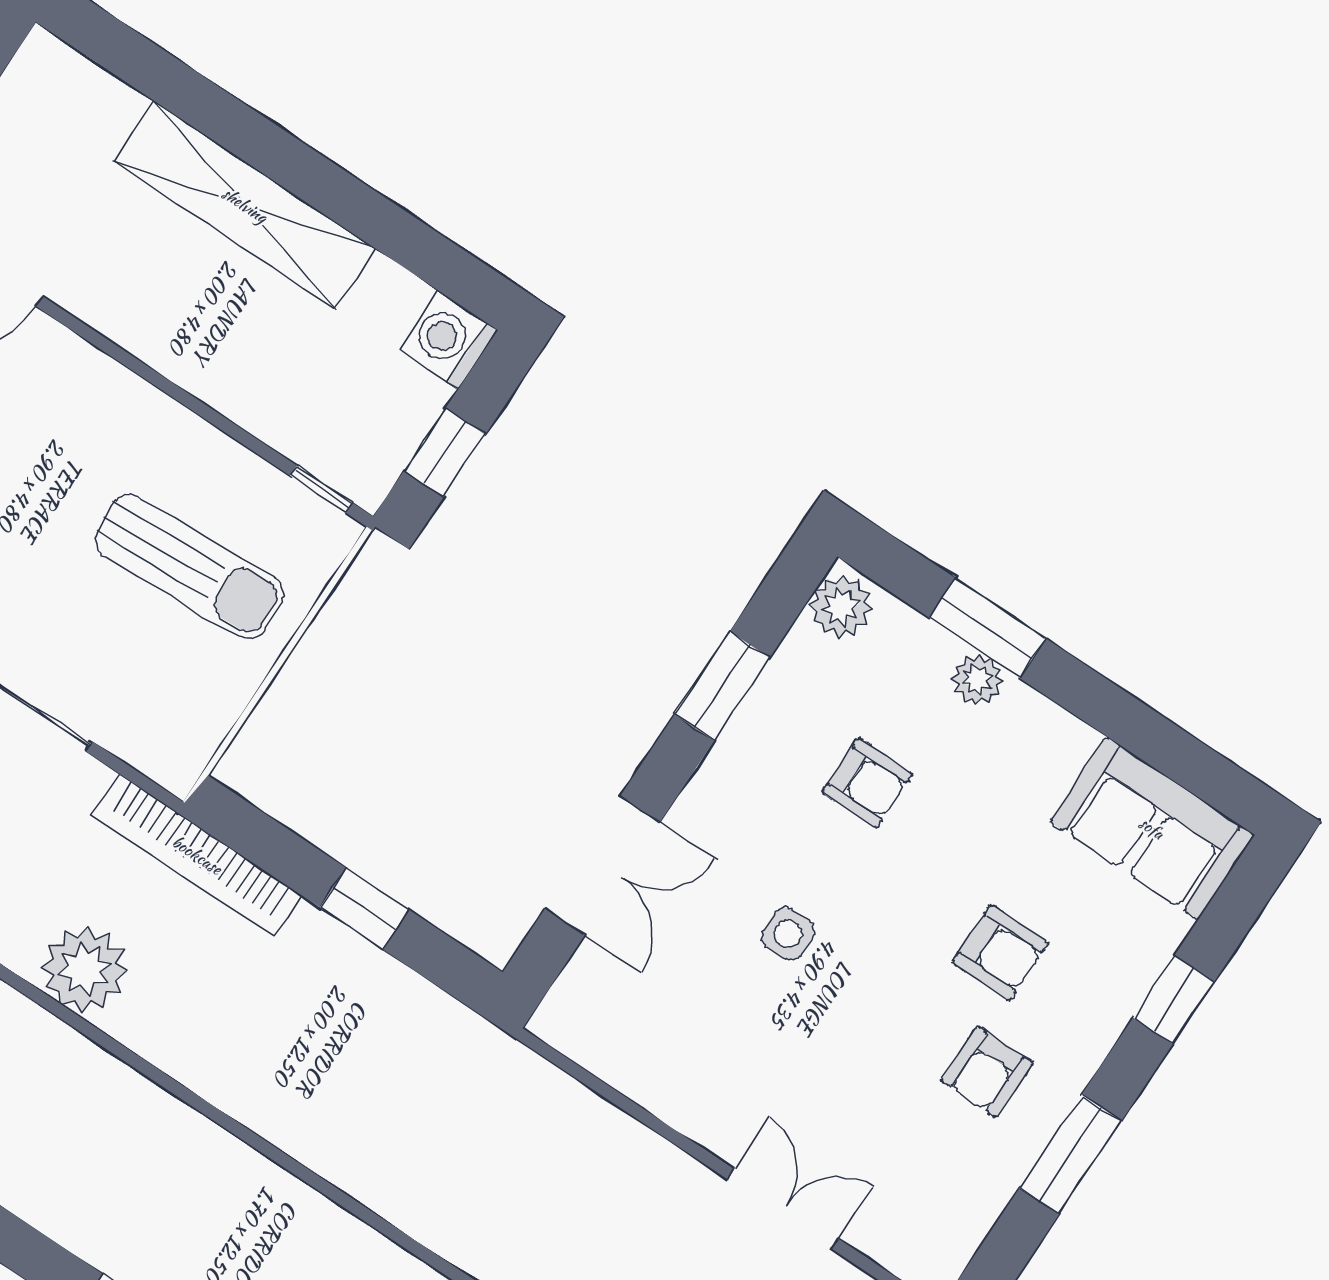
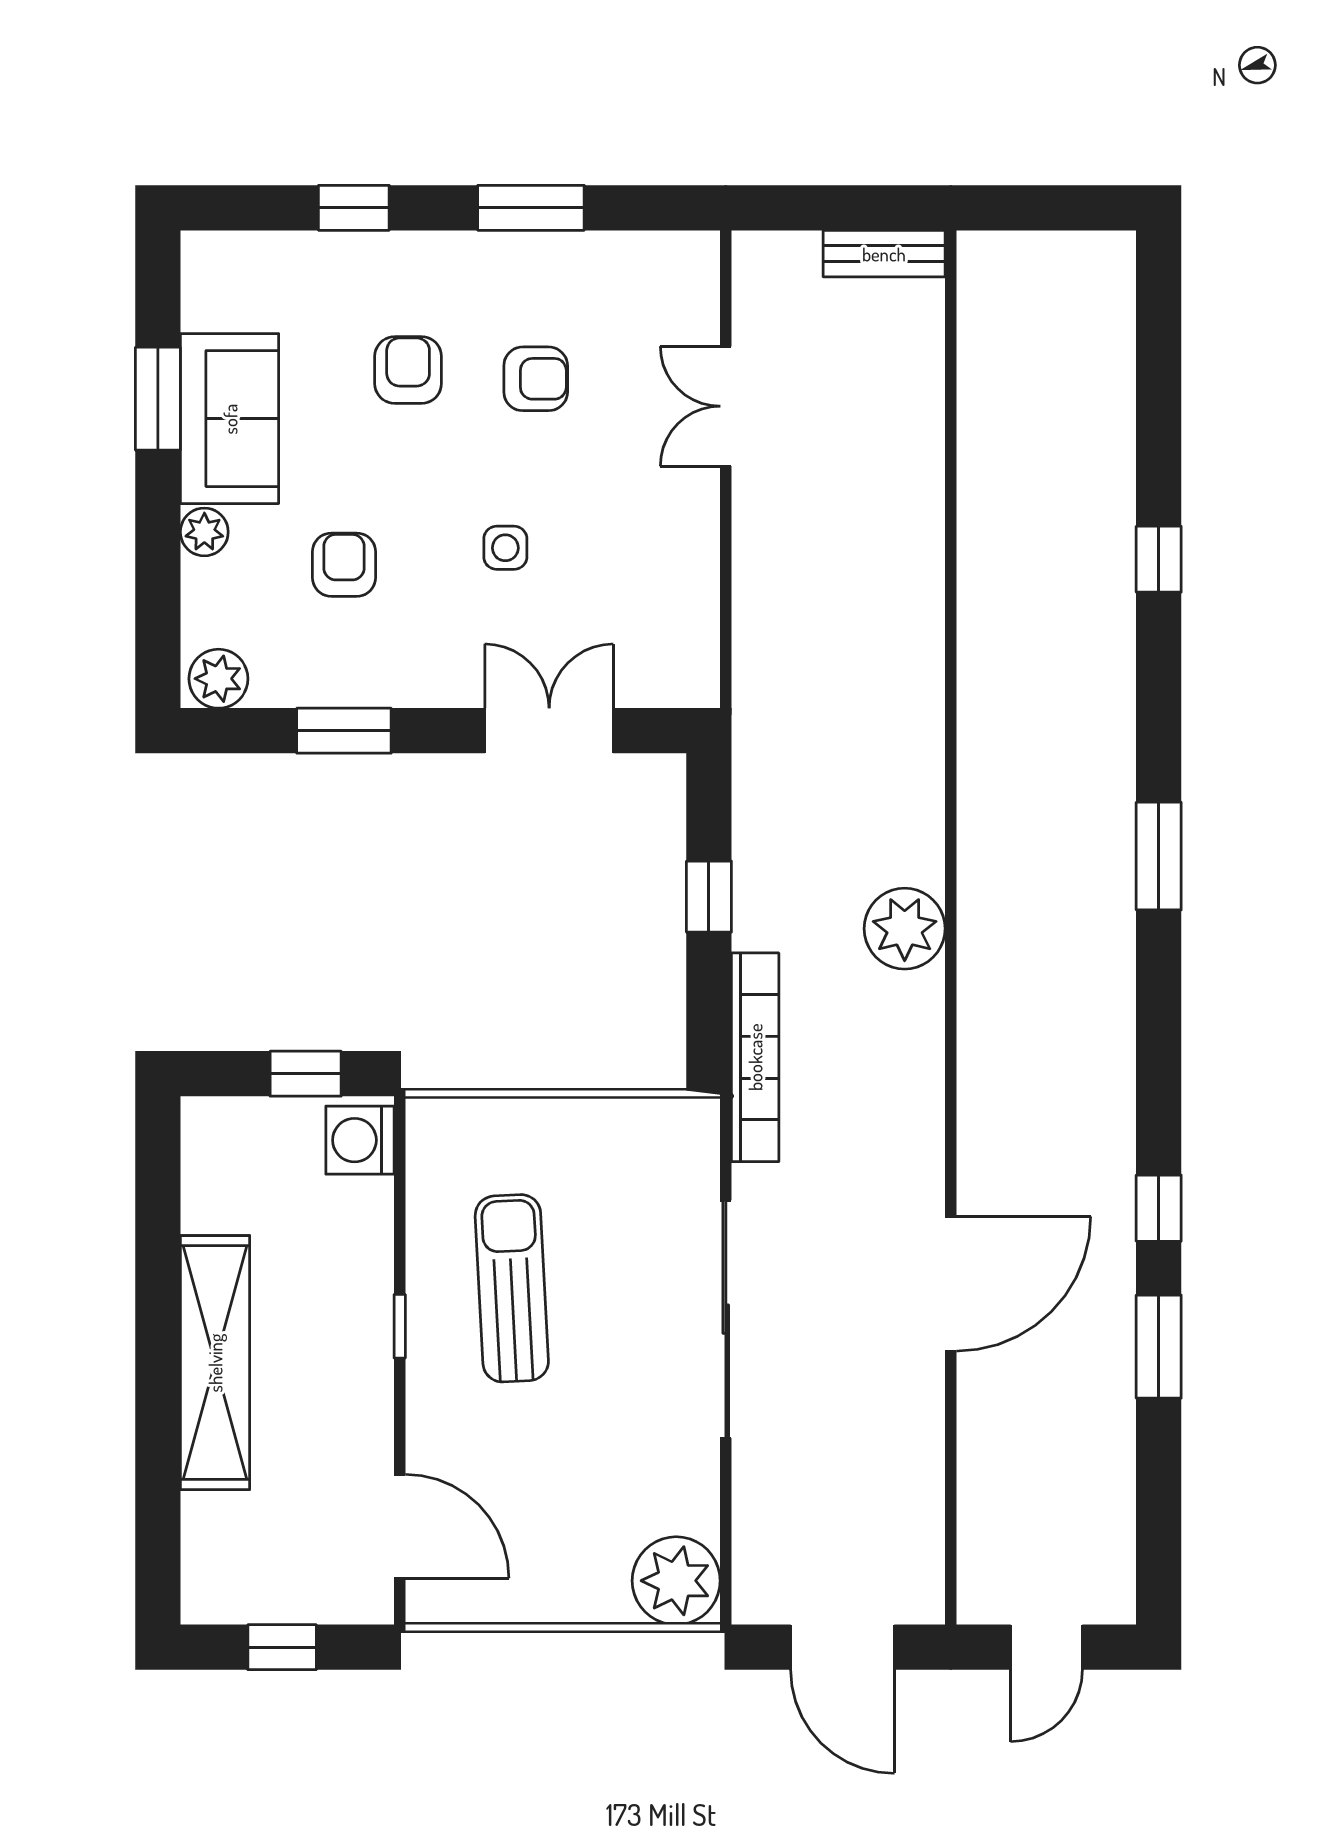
washing machine: (448, 340) -> (360, 1140), moved, turned 90
window: (321, 489) -> (400, 1326), moved
sun lounger: (189, 567) -> (512, 1288), moved
window: (988, 628) -> (158, 399), moved
sofa: (1152, 828) -> (230, 419), moved
plant: (85, 969) -> (905, 929), moved
armchair: (987, 1072) -> (536, 379), moved

